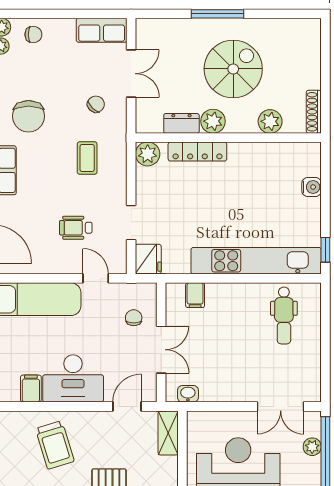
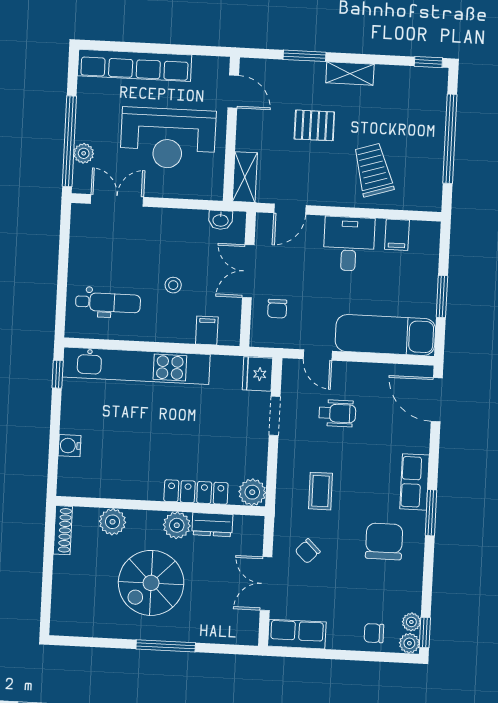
dental chair: (284, 315) -> (108, 303), turned 90
stool: (227, 334) -> (173, 285), added
desk: (73, 378) -> (349, 244), width x0.73

